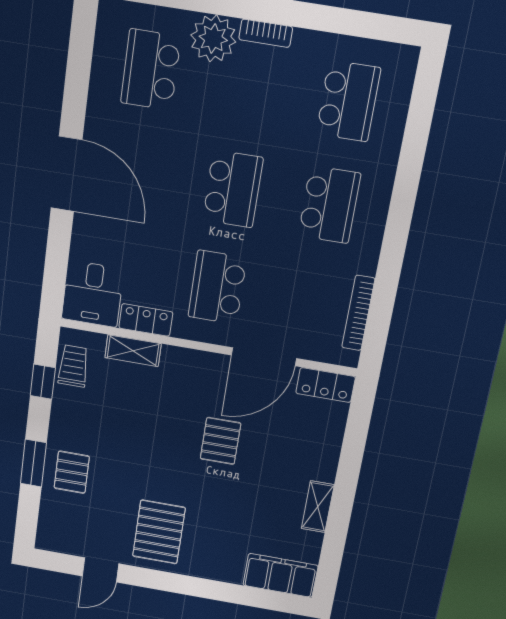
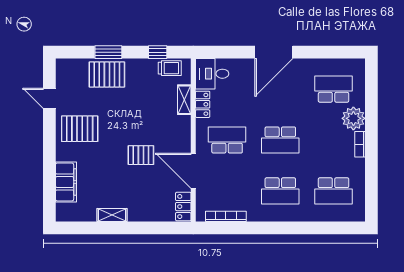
pallet: (72, 472) -> (107, 74), width x1.50, depth x1.42
filing cabinet: (280, 575) -> (66, 182), moved

